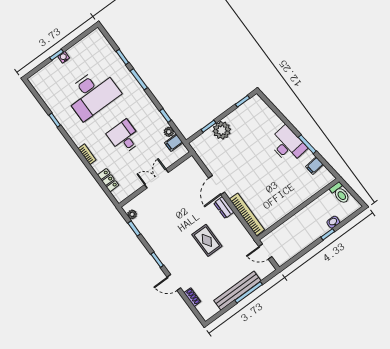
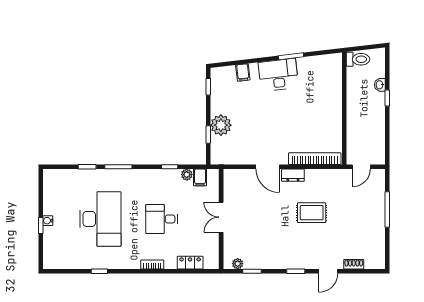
filing cabinet: (315, 166) -> (243, 73), moved
bench: (237, 291) -> (378, 218), removed

